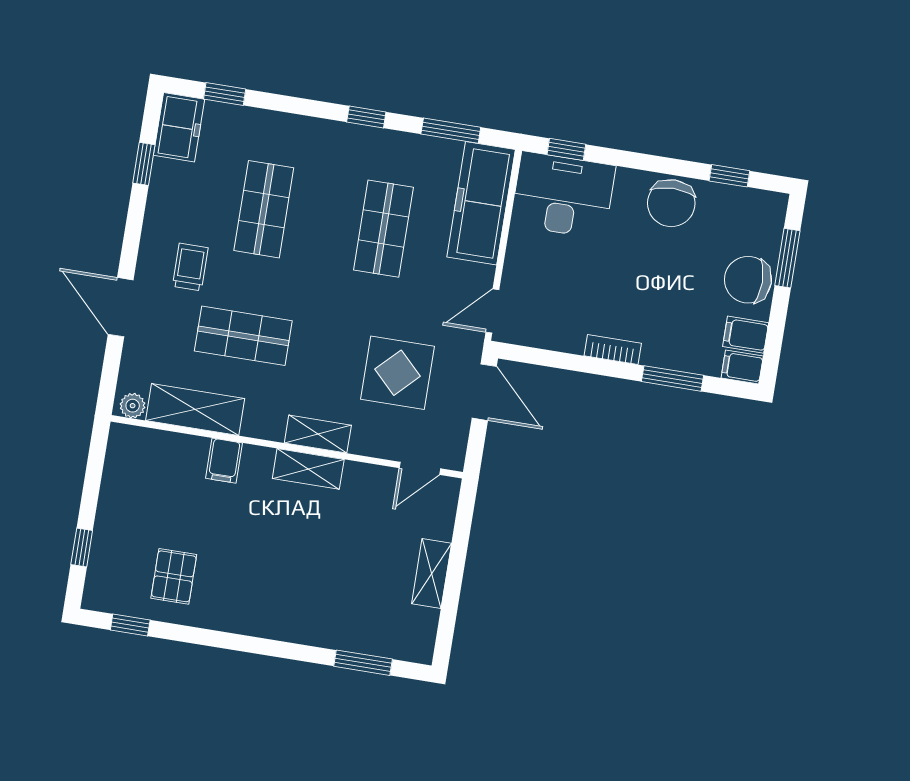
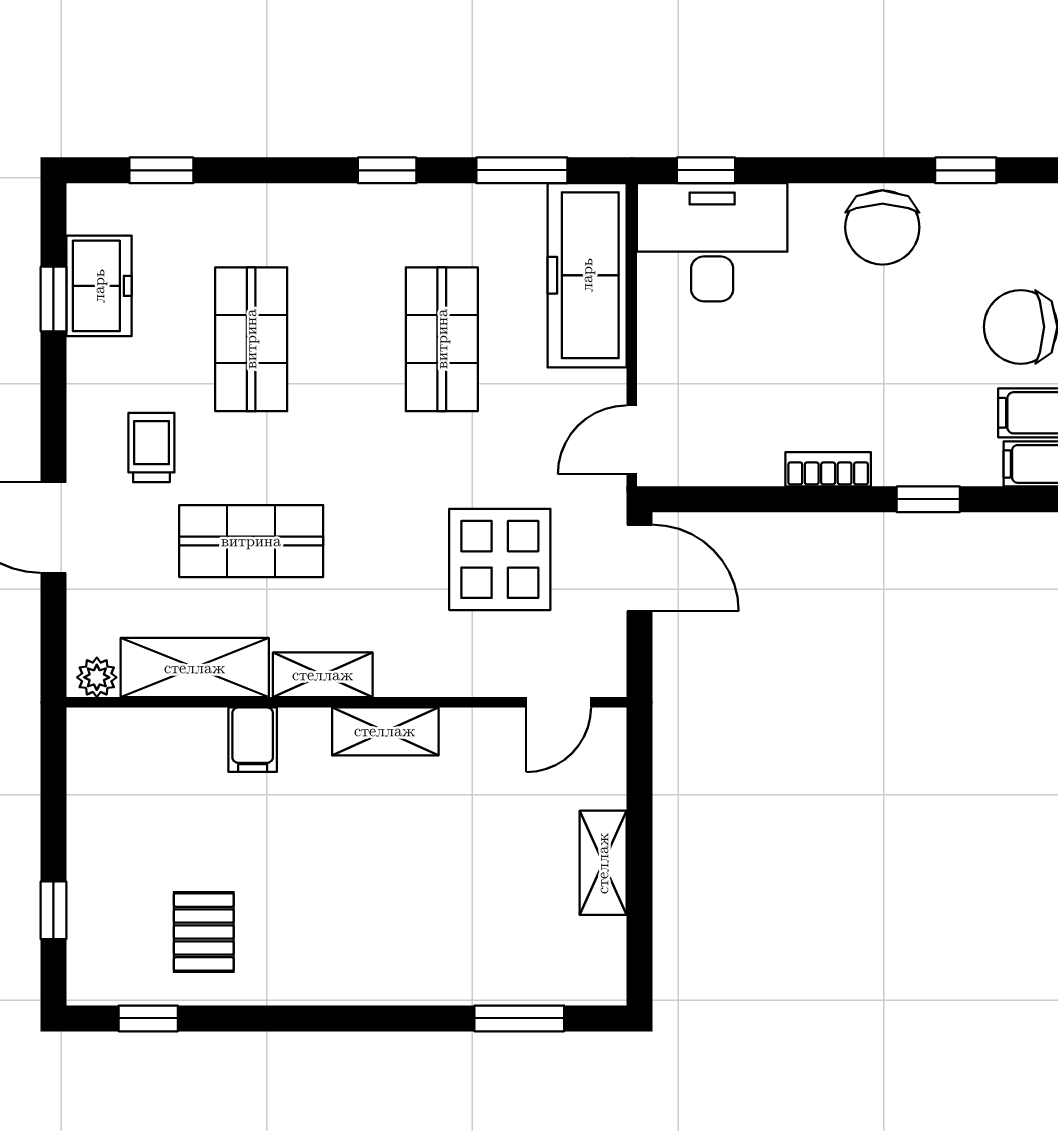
freezer: (179, 127) -> (99, 286), moved
window: (672, 378) -> (928, 499), width x0.67
shelving: (318, 434) -> (323, 675), moved

